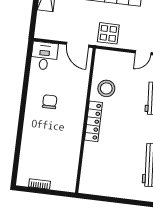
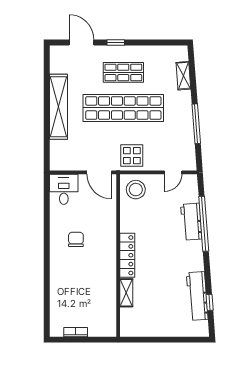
stool: (106, 88) -> (136, 190), moved
shelving: (89, 155) -> (126, 293), added

